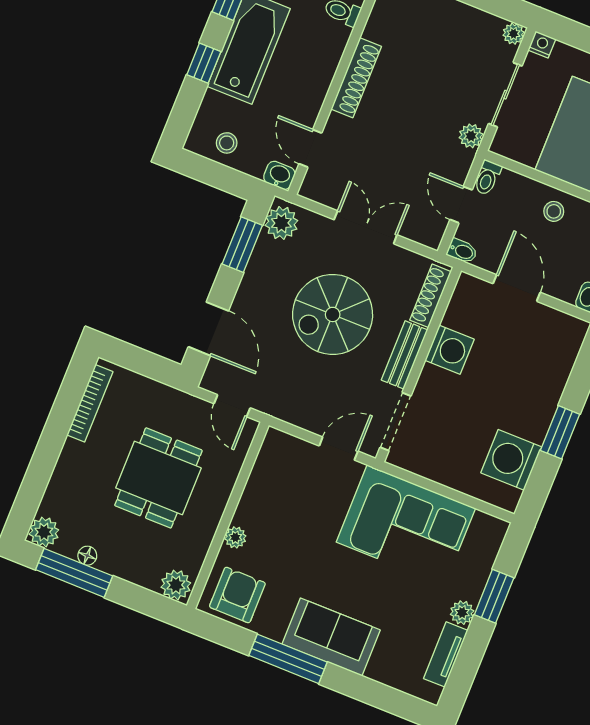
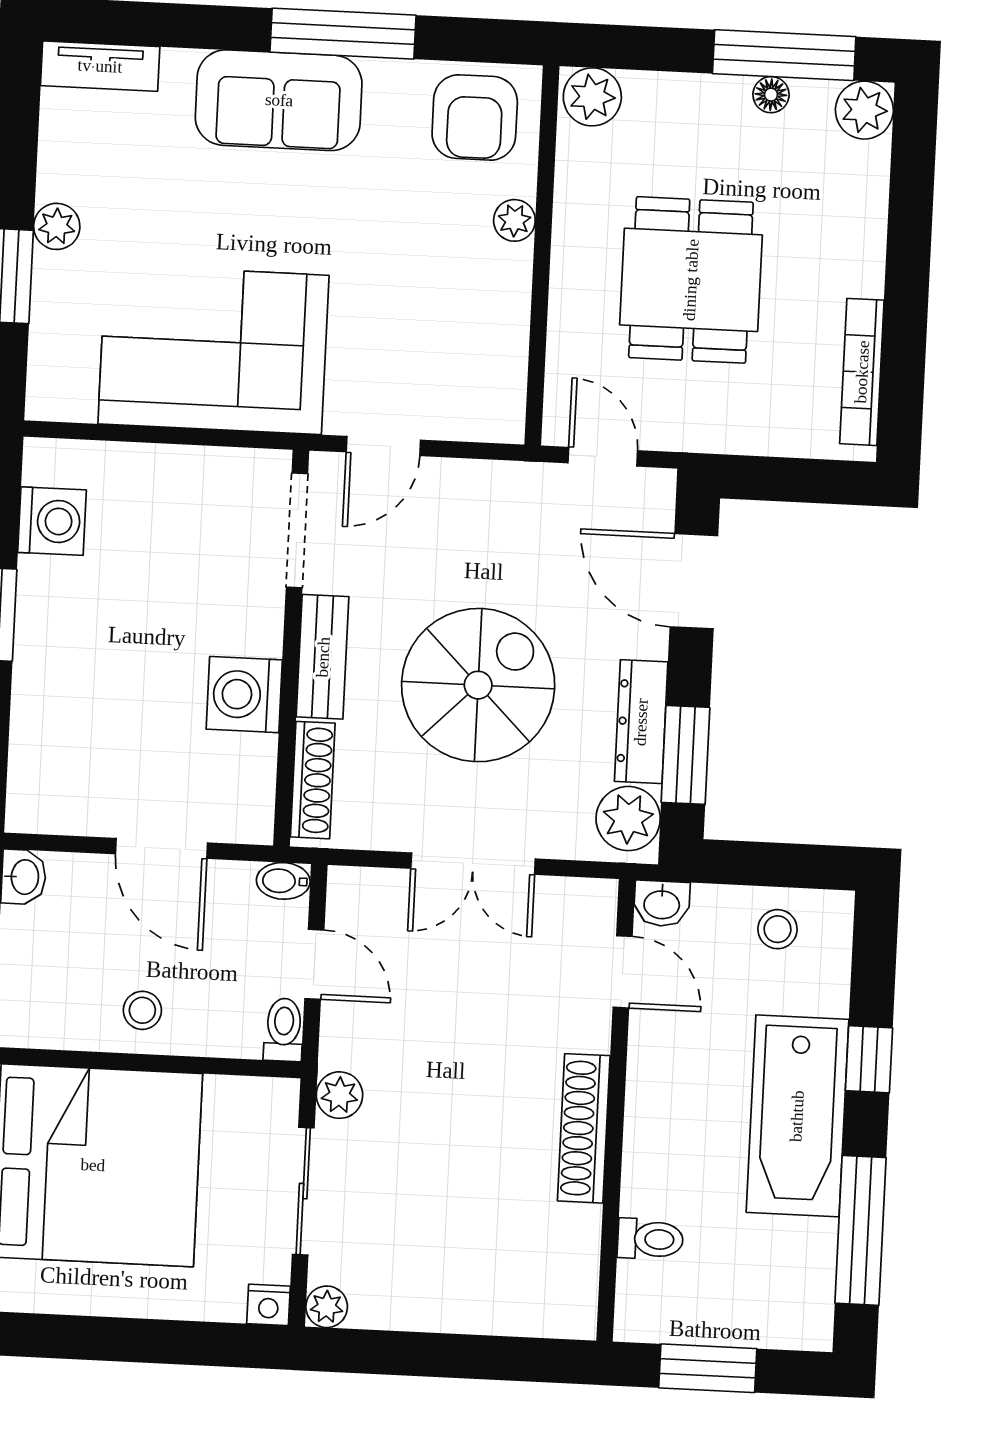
dresser: (258, 269) -> (641, 722), added
washing machine: (511, 460) -> (52, 521), width x0.73, depth x0.73
tv unit: (446, 654) -> (100, 66), moved, turned 90

